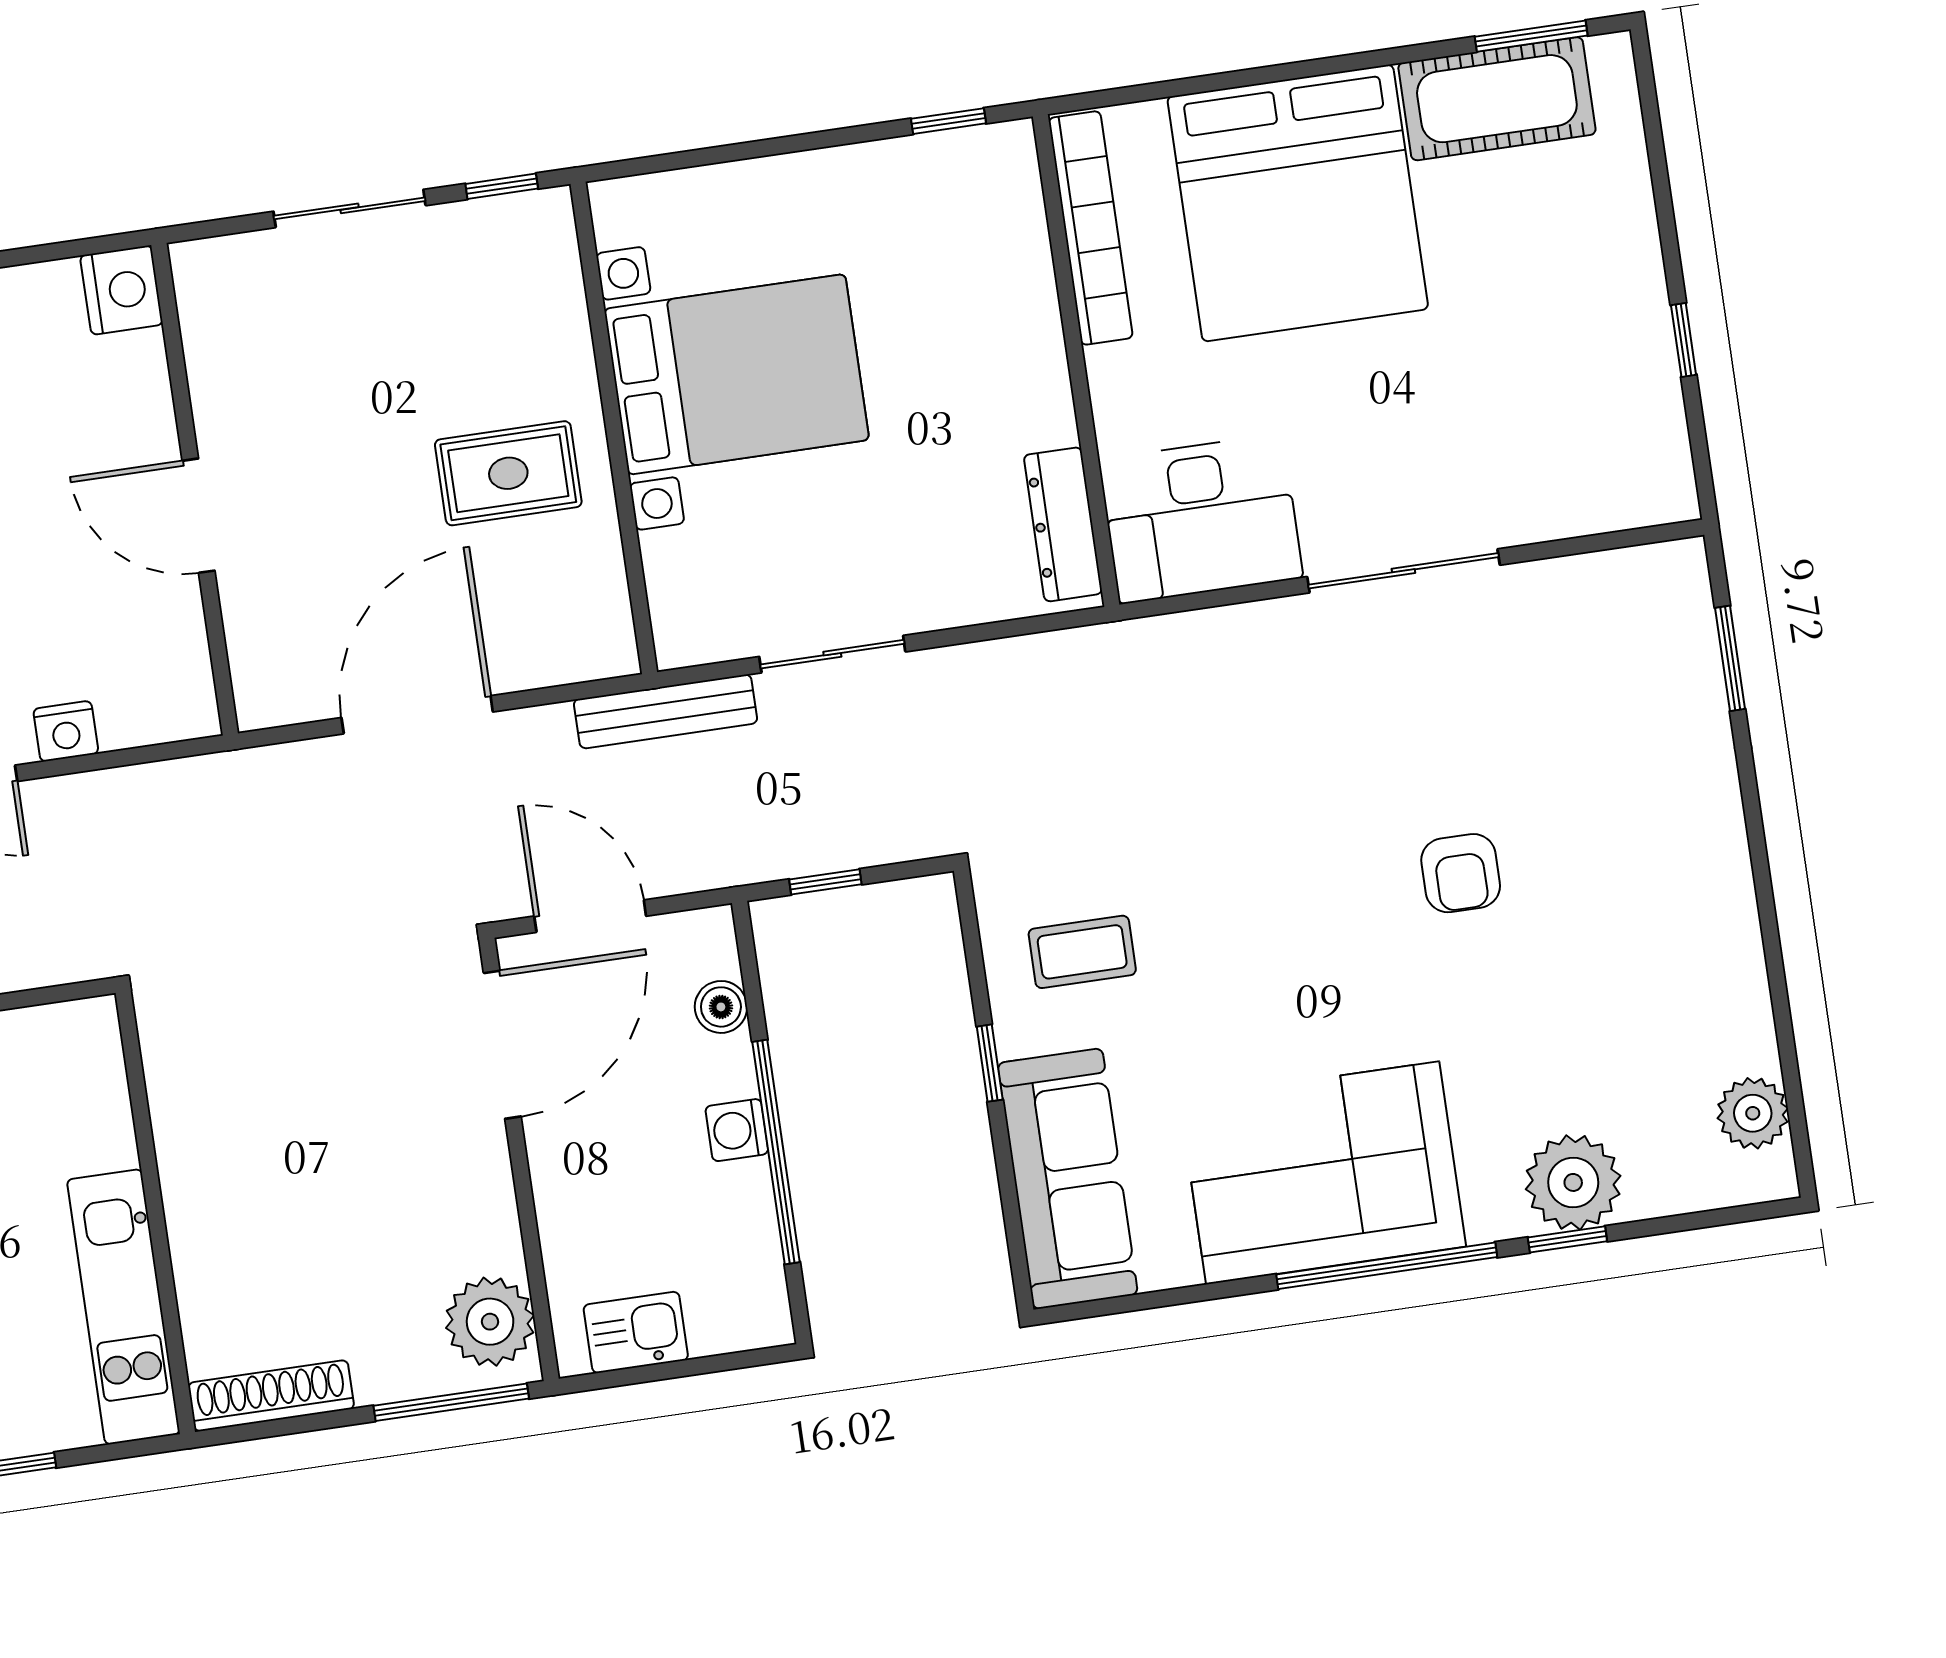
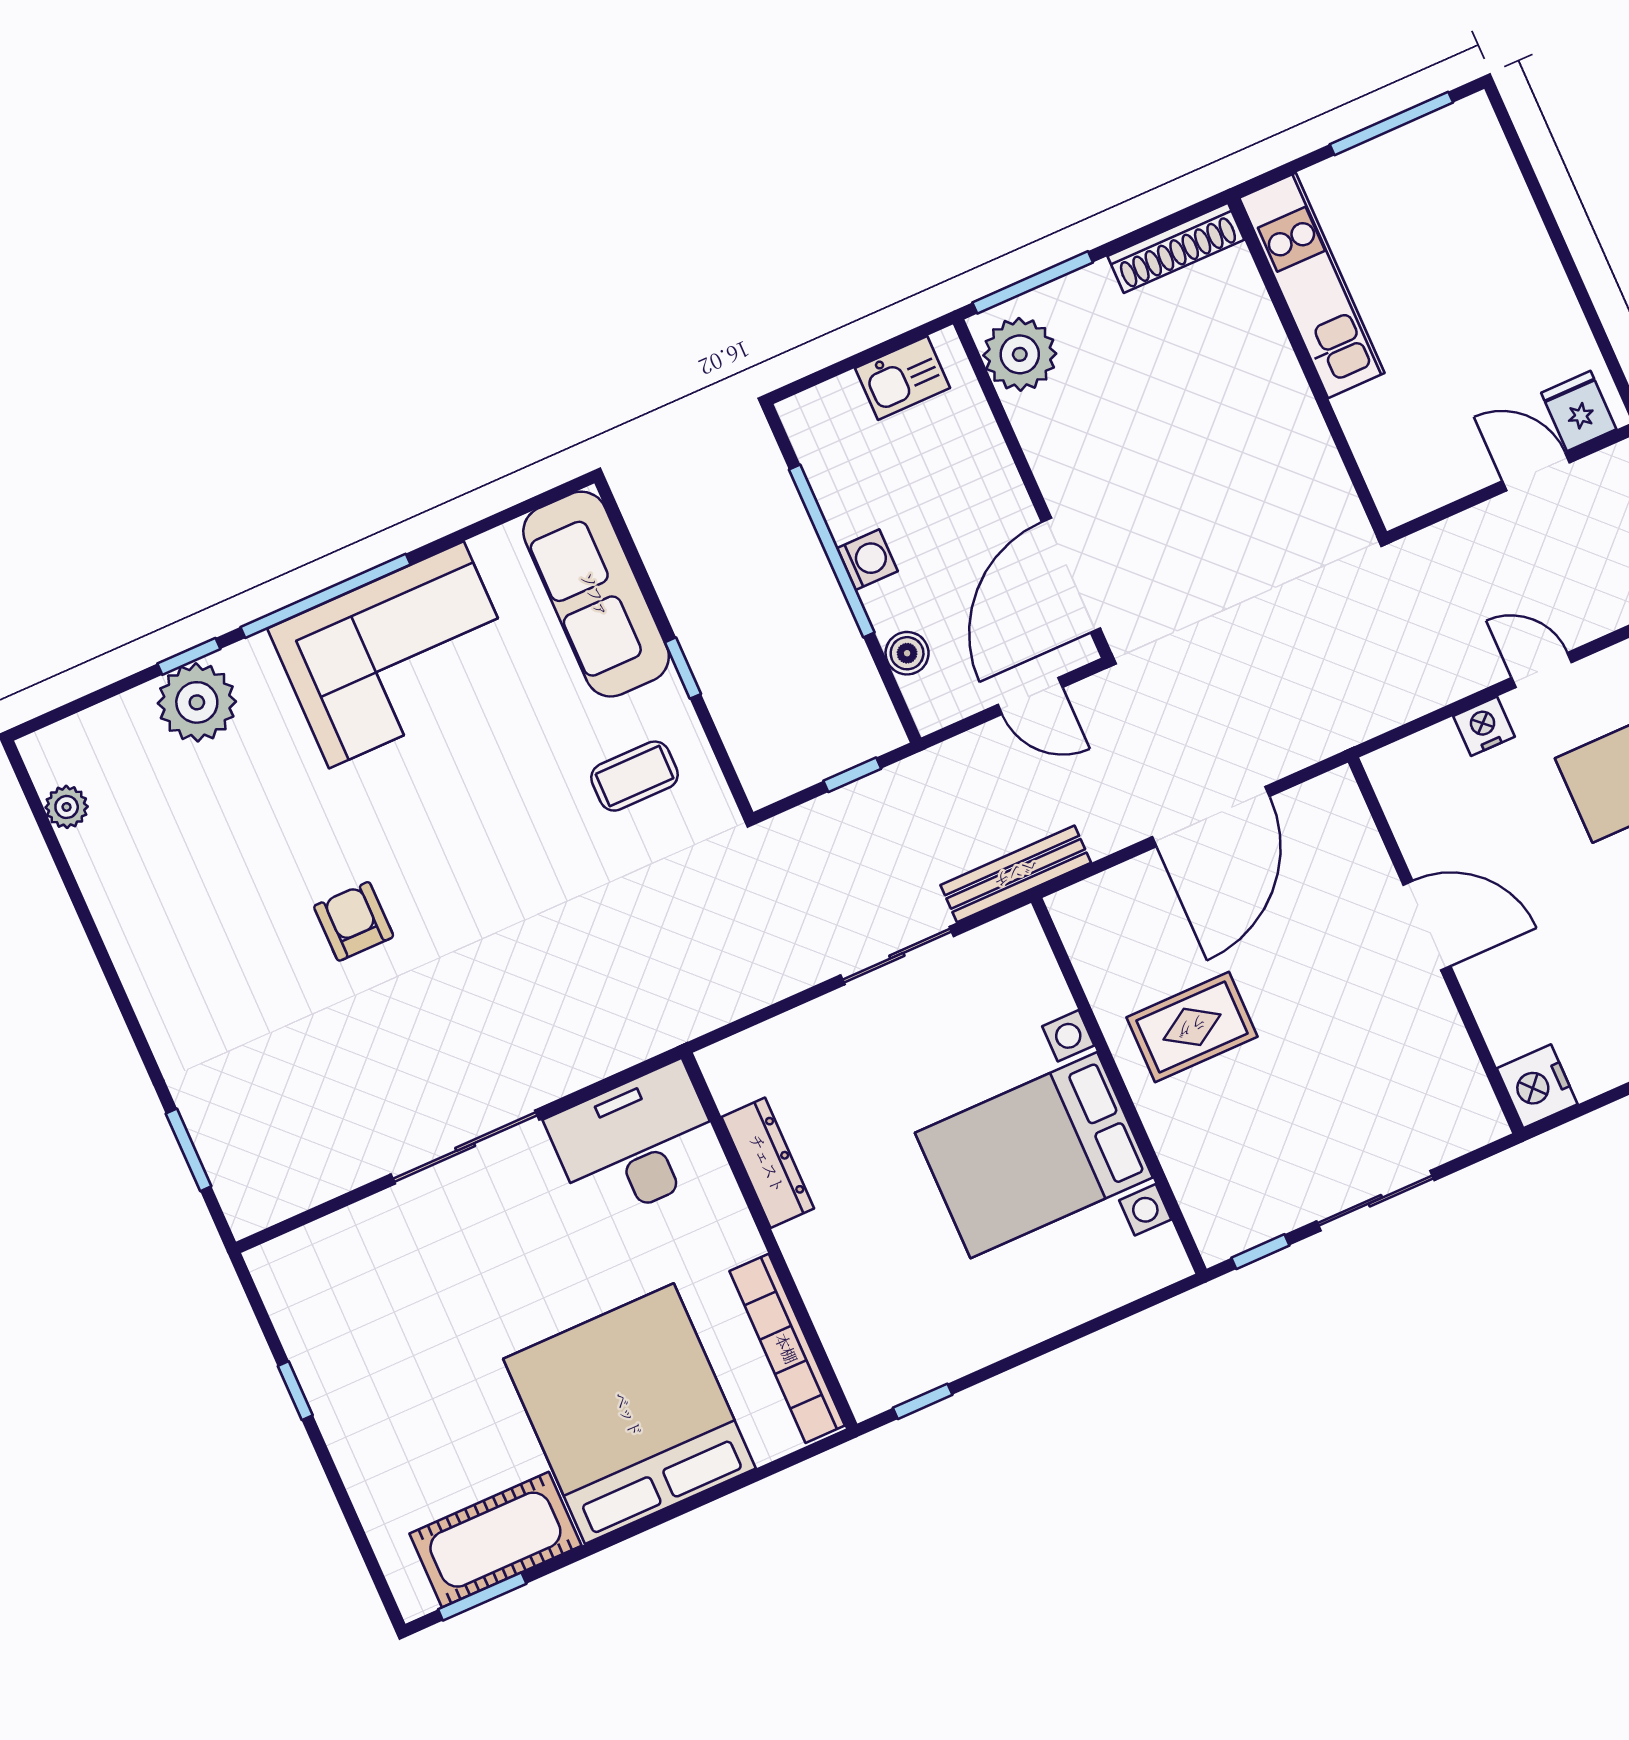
dresser: (1063, 524) -> (768, 1163), moved
door: (590, 916) -> (1030, 696), width x0.73
plant: (1753, 1113) -> (67, 807), width x0.73, depth x0.73

